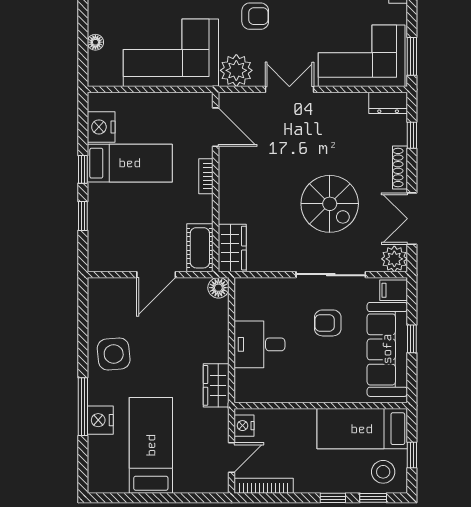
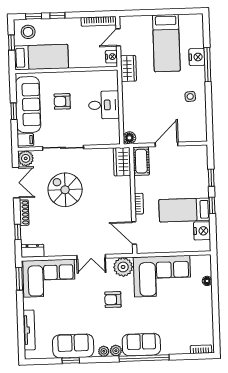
armchair: (328, 323) -> (62, 101), moved, turned 180
side table: (114, 354) -> (190, 96), width x0.54, depth x0.54
wardrobe: (216, 385) -> (128, 68), moved

